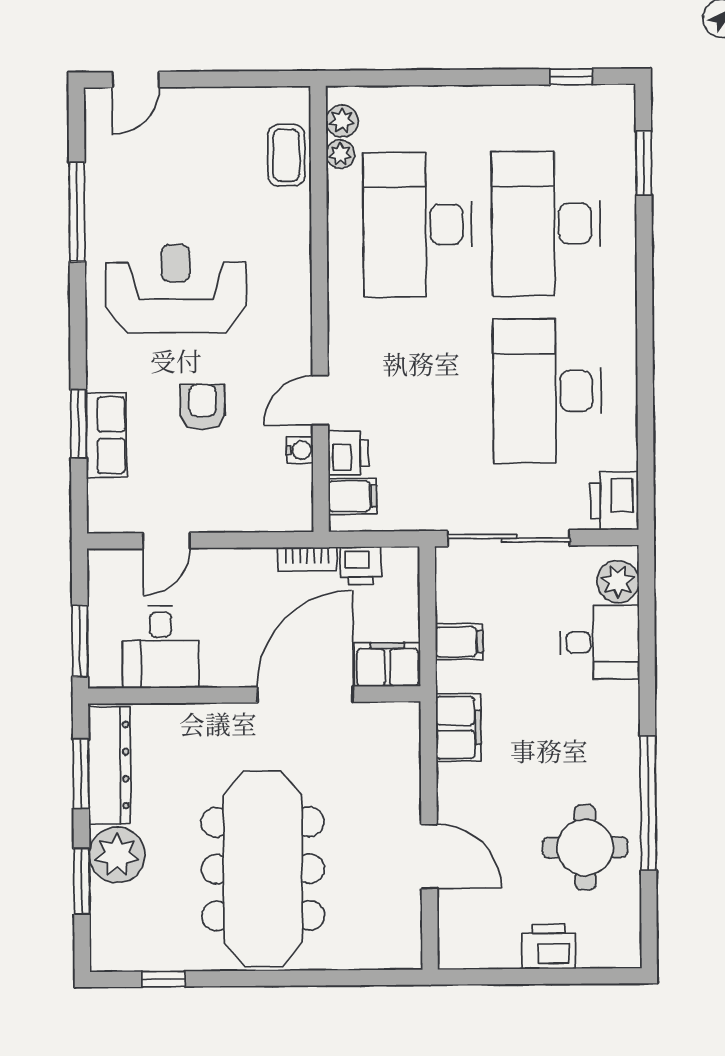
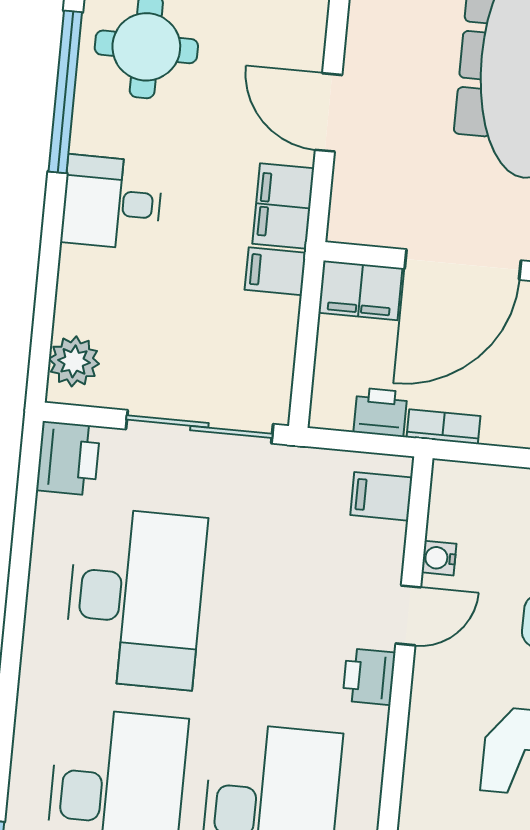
printer: (348, 453) -> (369, 677), moved
filing cabinet: (459, 642) -> (275, 271), moved
desk: (600, 642) -> (112, 202), moved
door: (429, 856) -> (329, 112), moved

